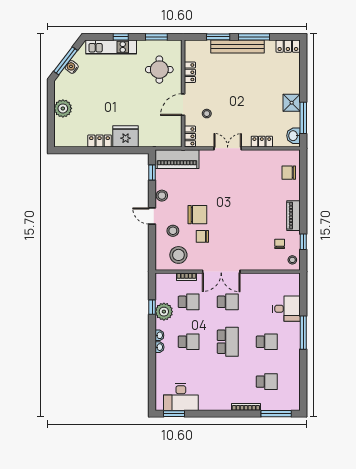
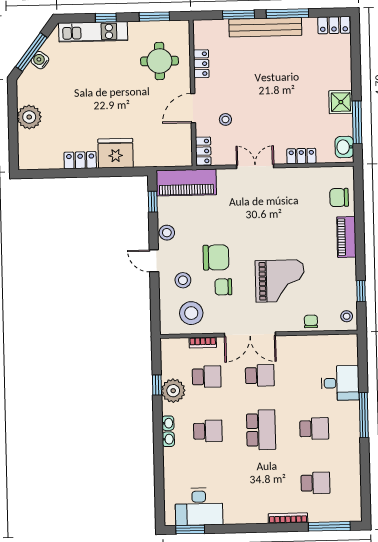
piano: (293, 216) -> (346, 237), moved
grand piano: (244, 233) -> (280, 281), added
chair: (280, 244) -> (311, 321), moved

